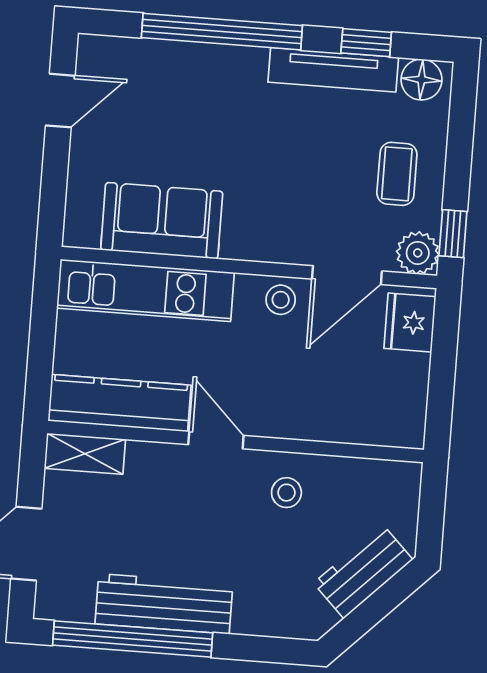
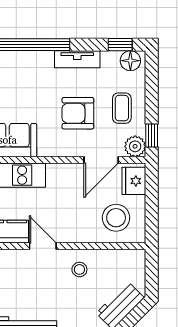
window: (366, 43) -> (120, 45), moved
tv unit: (333, 70) -> (77, 59), width x0.71
armchair: (307, 177) -> (78, 113), added
stool: (281, 300) -> (116, 218), moved, width x1.89, depth x1.89

